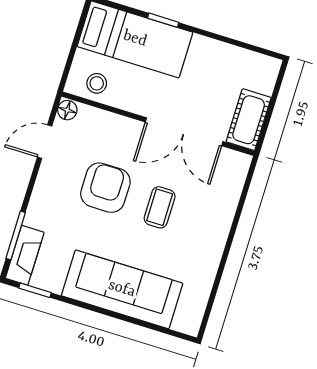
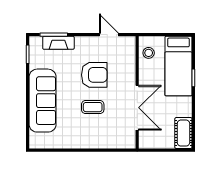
floor lamp: (67, 110) -> (129, 42), removed
cot: (249, 120) -> (183, 133), moved, turned 90
double door: (184, 132) -> (137, 108), swing flipped
fireplace: (25, 255) -> (58, 43), moved

